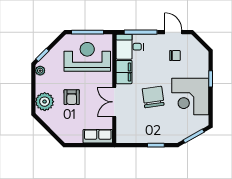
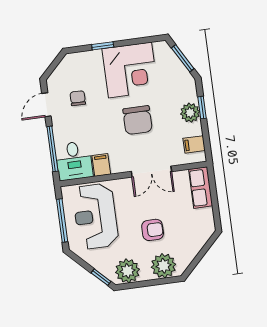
plant: (40, 71) -> (127, 271), width x1.88, depth x1.88
filing cabinet: (124, 72) -> (101, 165), width x0.50
chair: (153, 97) -> (138, 120), turned -82
filing cabinet: (130, 136) -> (194, 144), added
plant: (153, 136) -> (190, 113), added

